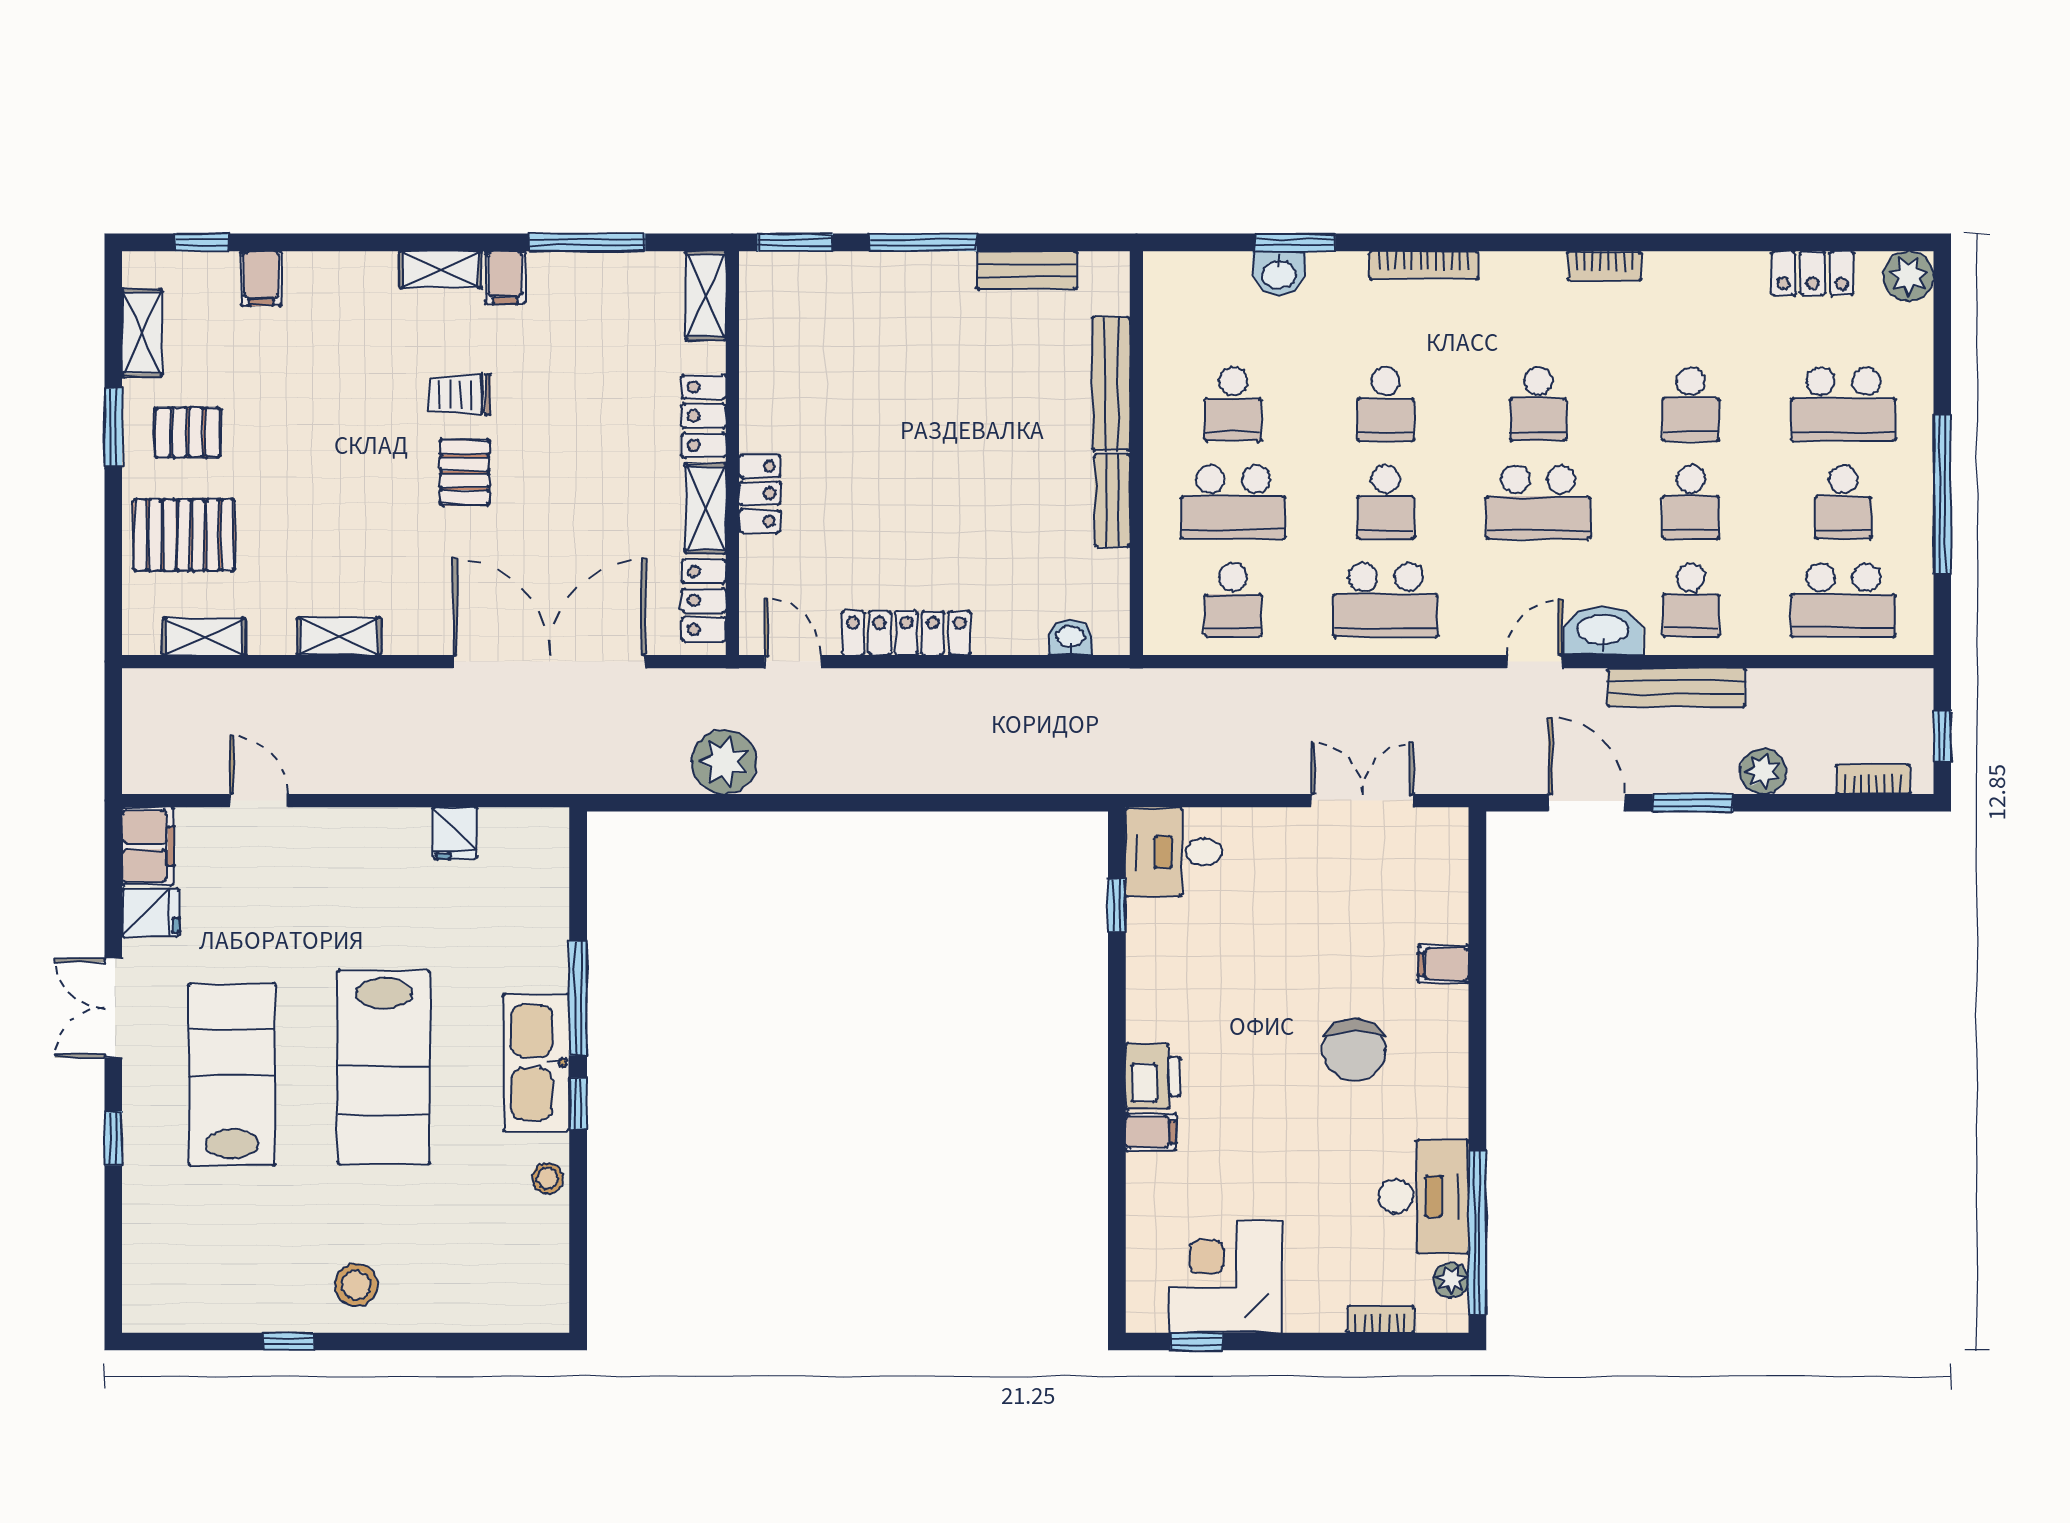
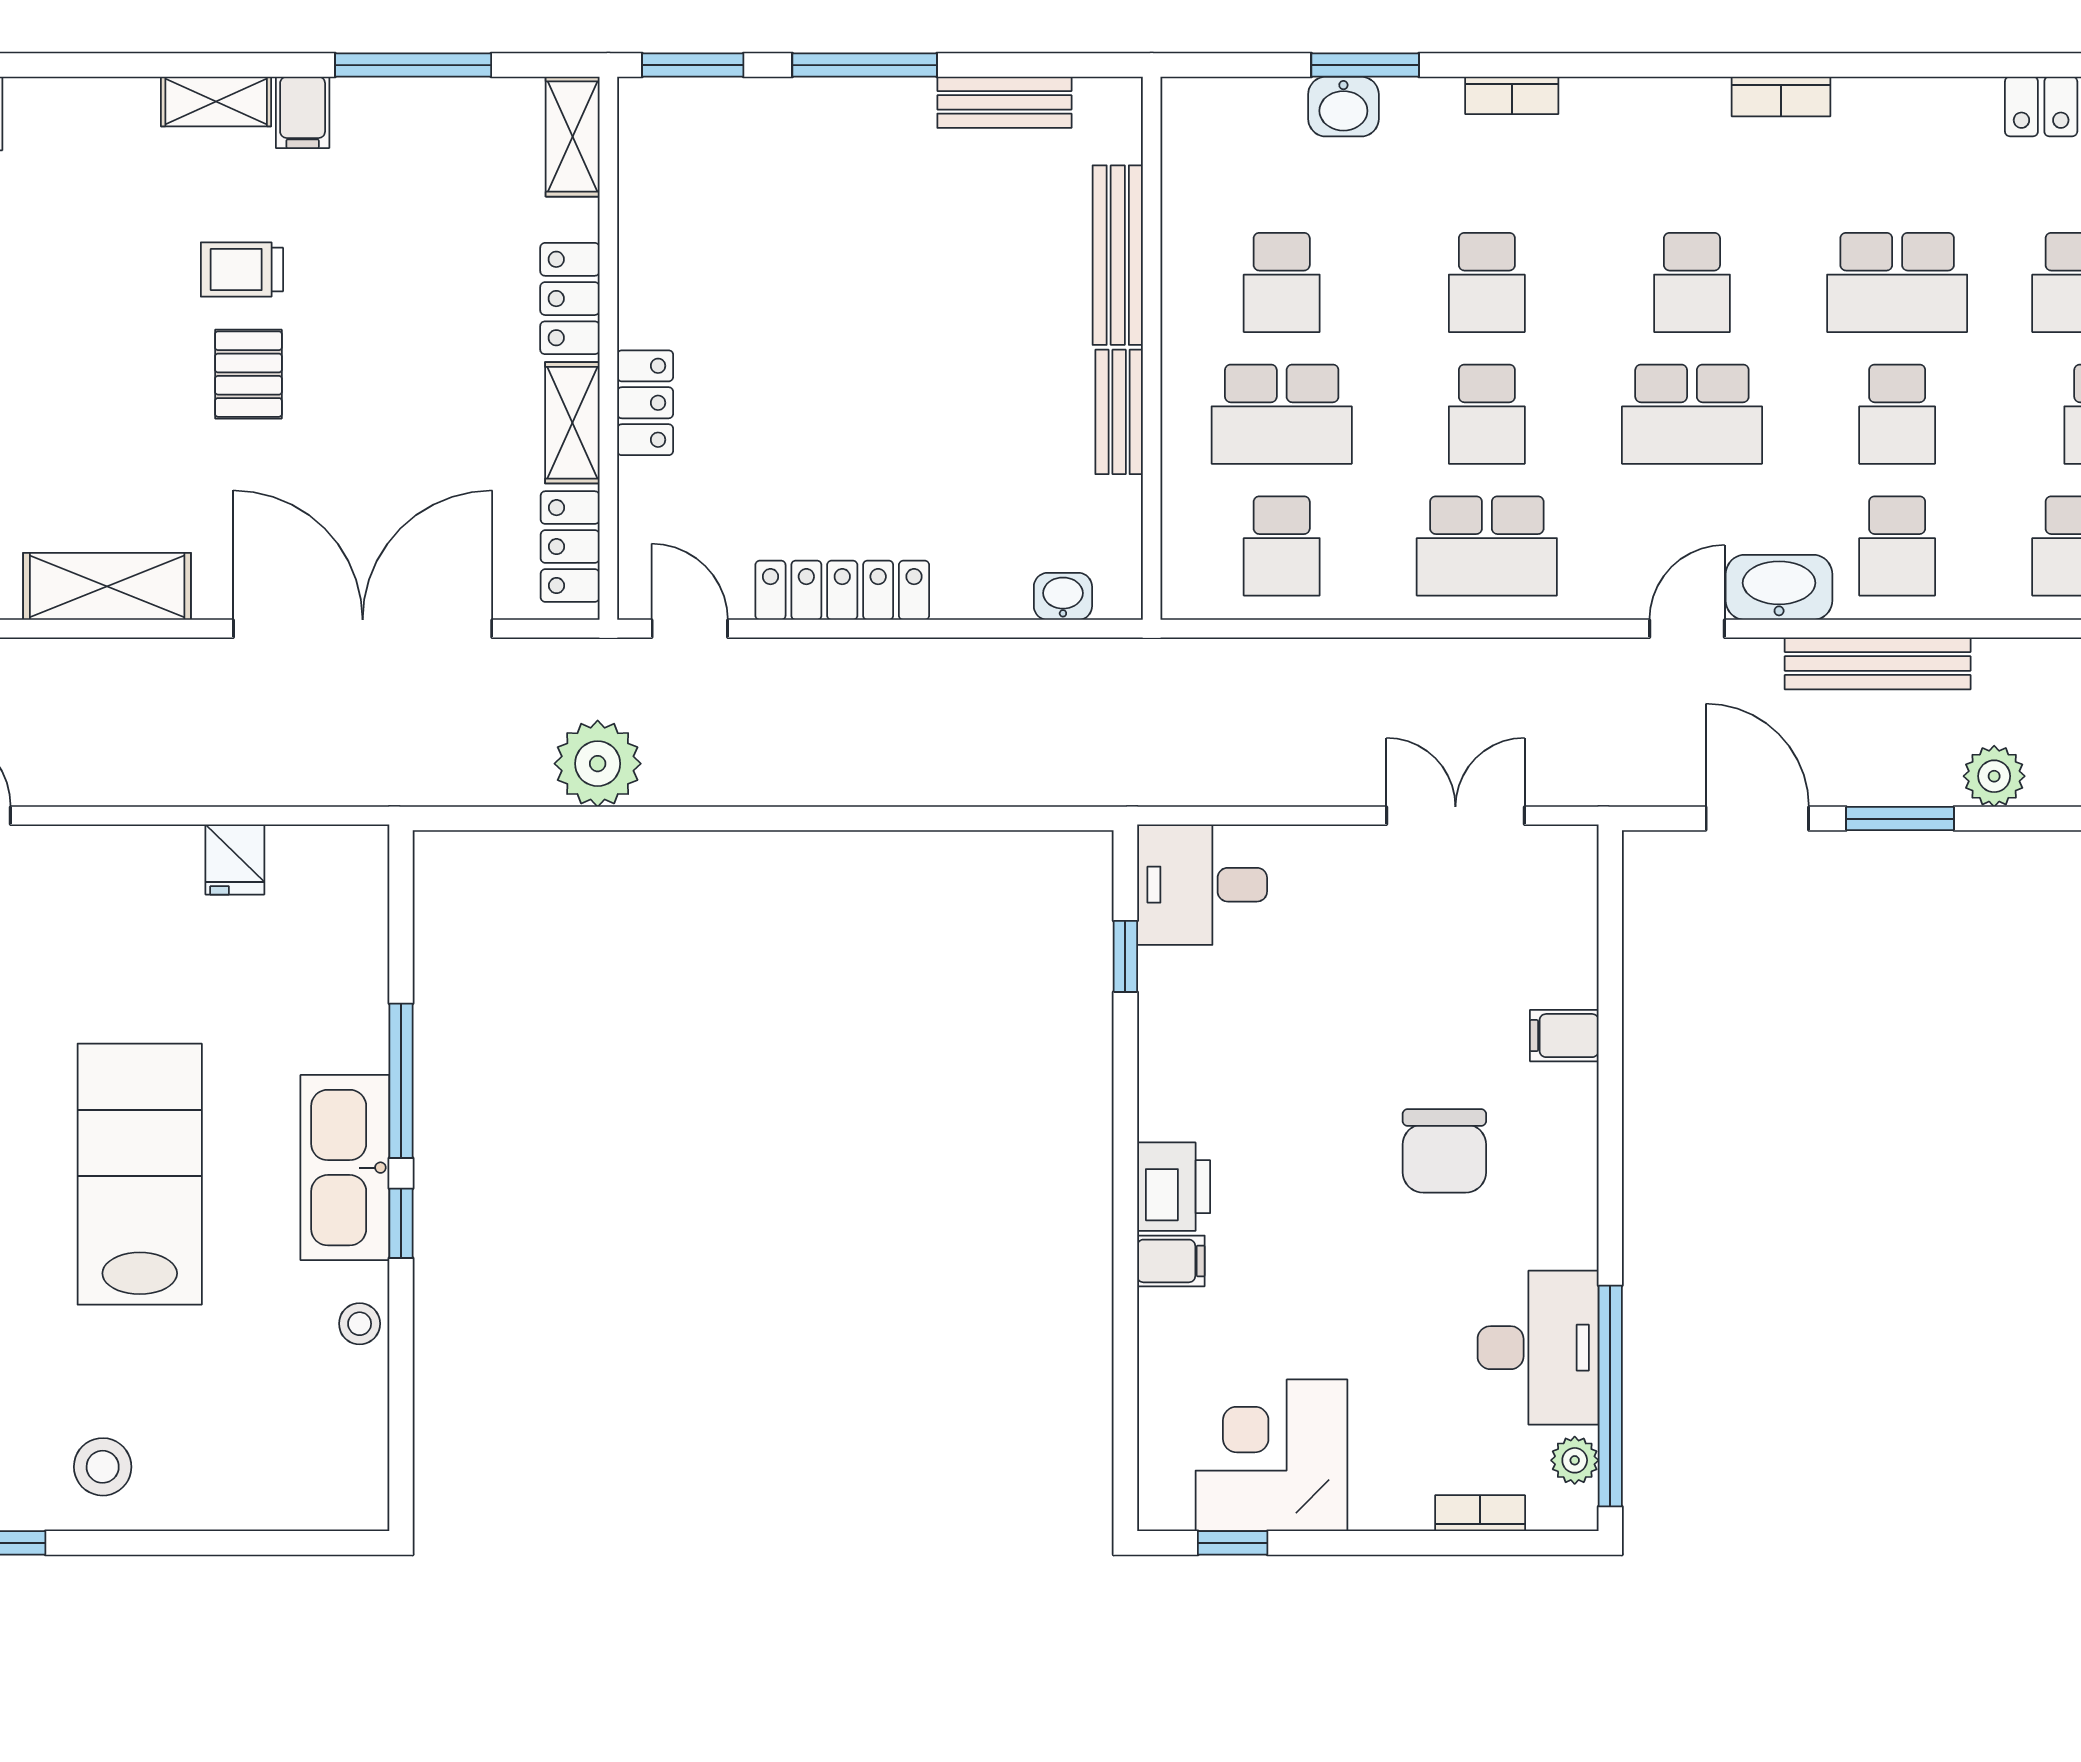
bookcase: (1424, 265) -> (1512, 95), width x0.64
school desk: (1691, 404) -> (1897, 282), width x1.85
shelving: (339, 636) -> (107, 586), width x1.50, depth x1.33
lab bench: (384, 1067) -> (140, 1174), turned 180

